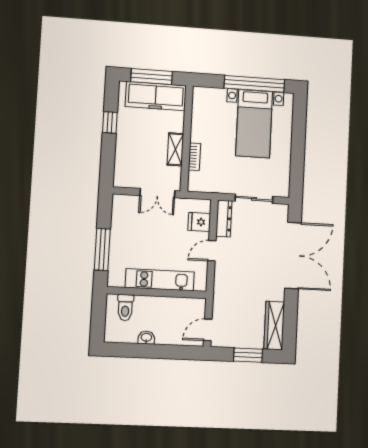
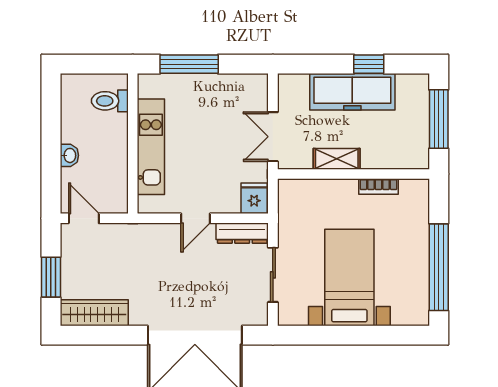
freezer: (156, 96) -> (352, 92), moved, turned -90
bed with nightstands: (254, 124) -> (349, 277), moved, turned 90
bookcase: (194, 157) -> (378, 186), moved
fridge: (199, 222) -> (254, 198), moved
door: (212, 251) -> (195, 218), swing flipped
washbasin: (146, 338) -> (69, 155), moved

